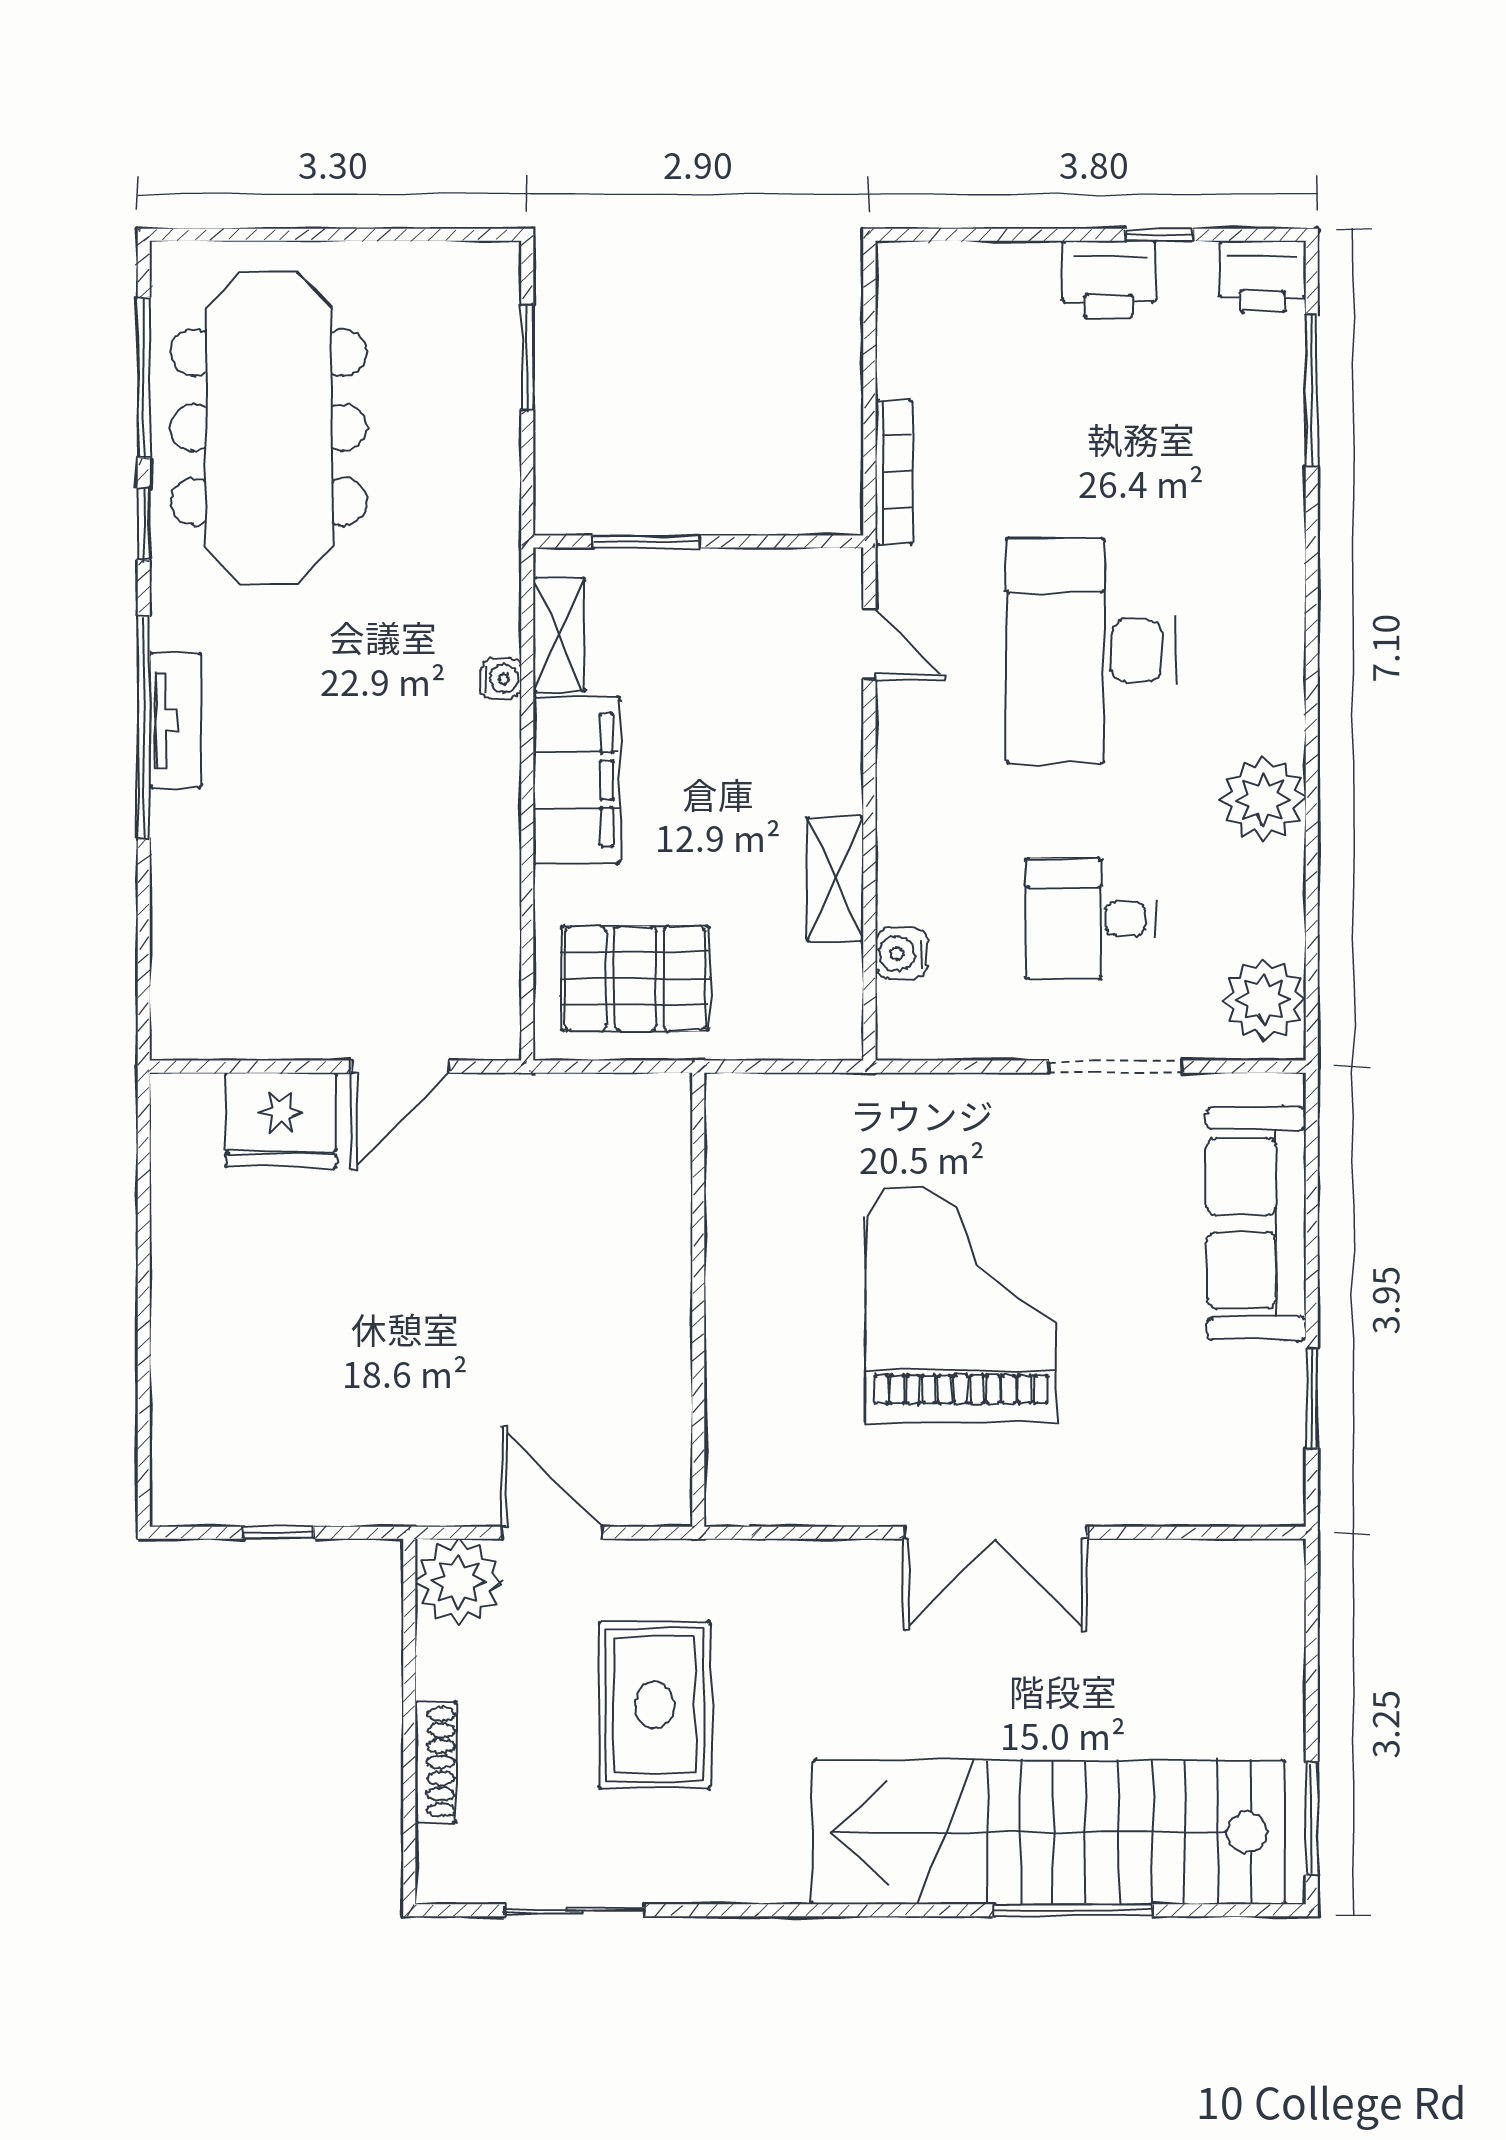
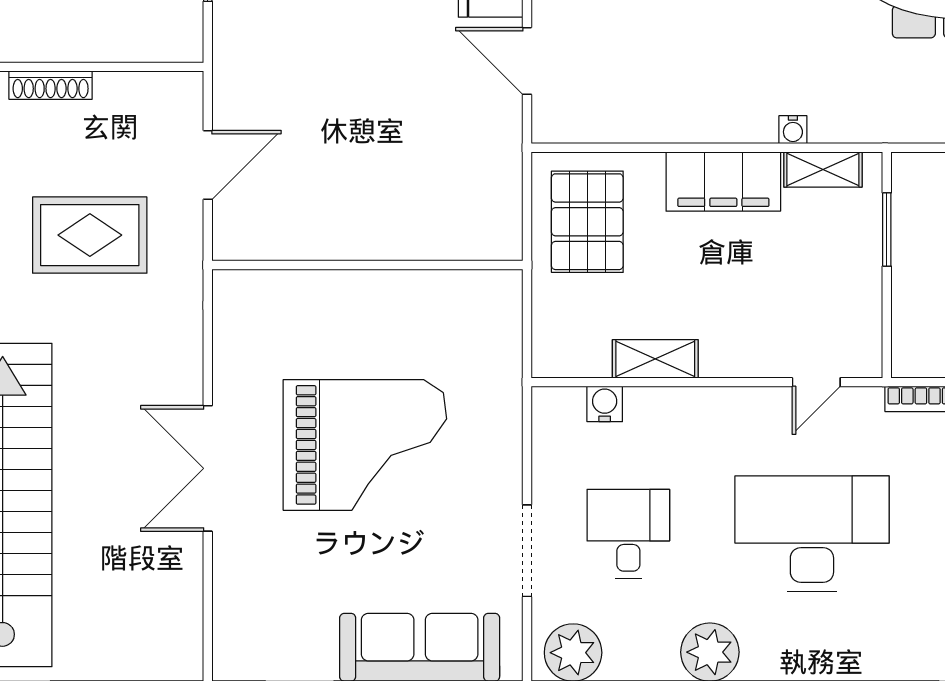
plant: (458, 1582) -> (174, 101), removed

